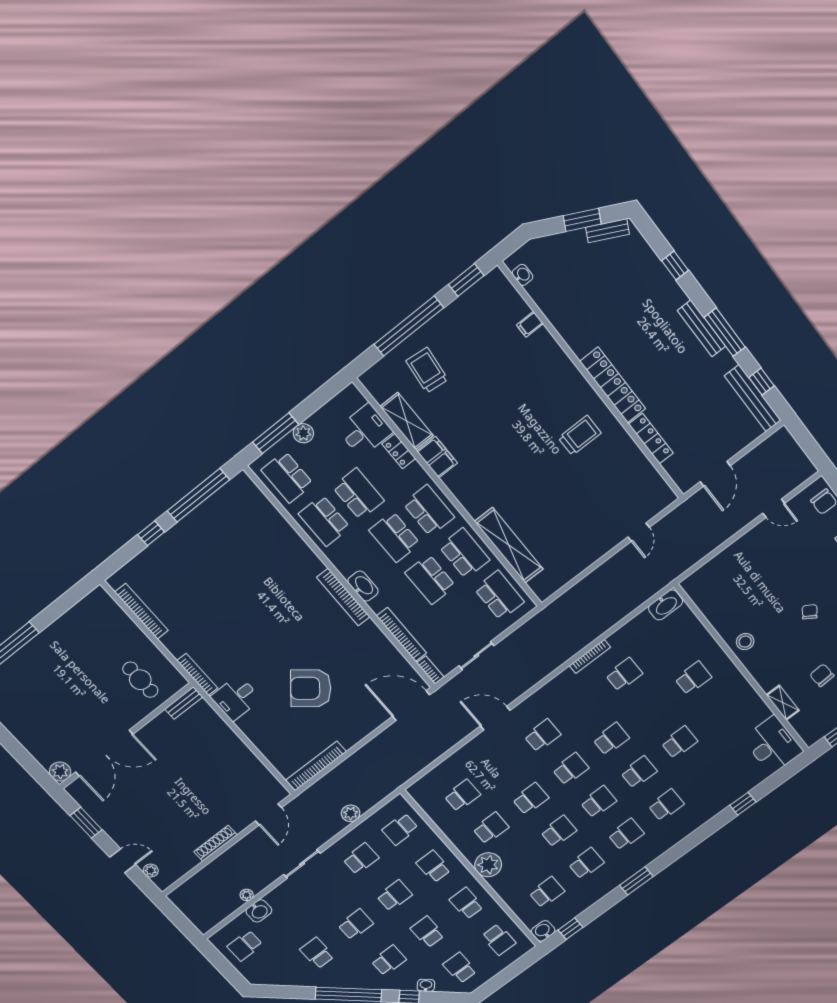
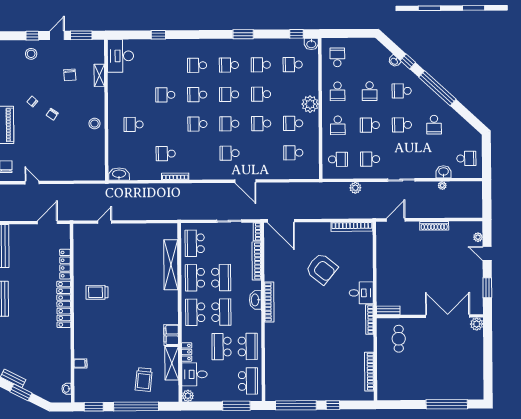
plant: (303, 433) -> (188, 396), moved
school desk: (460, 968) -> (369, 57), removed

